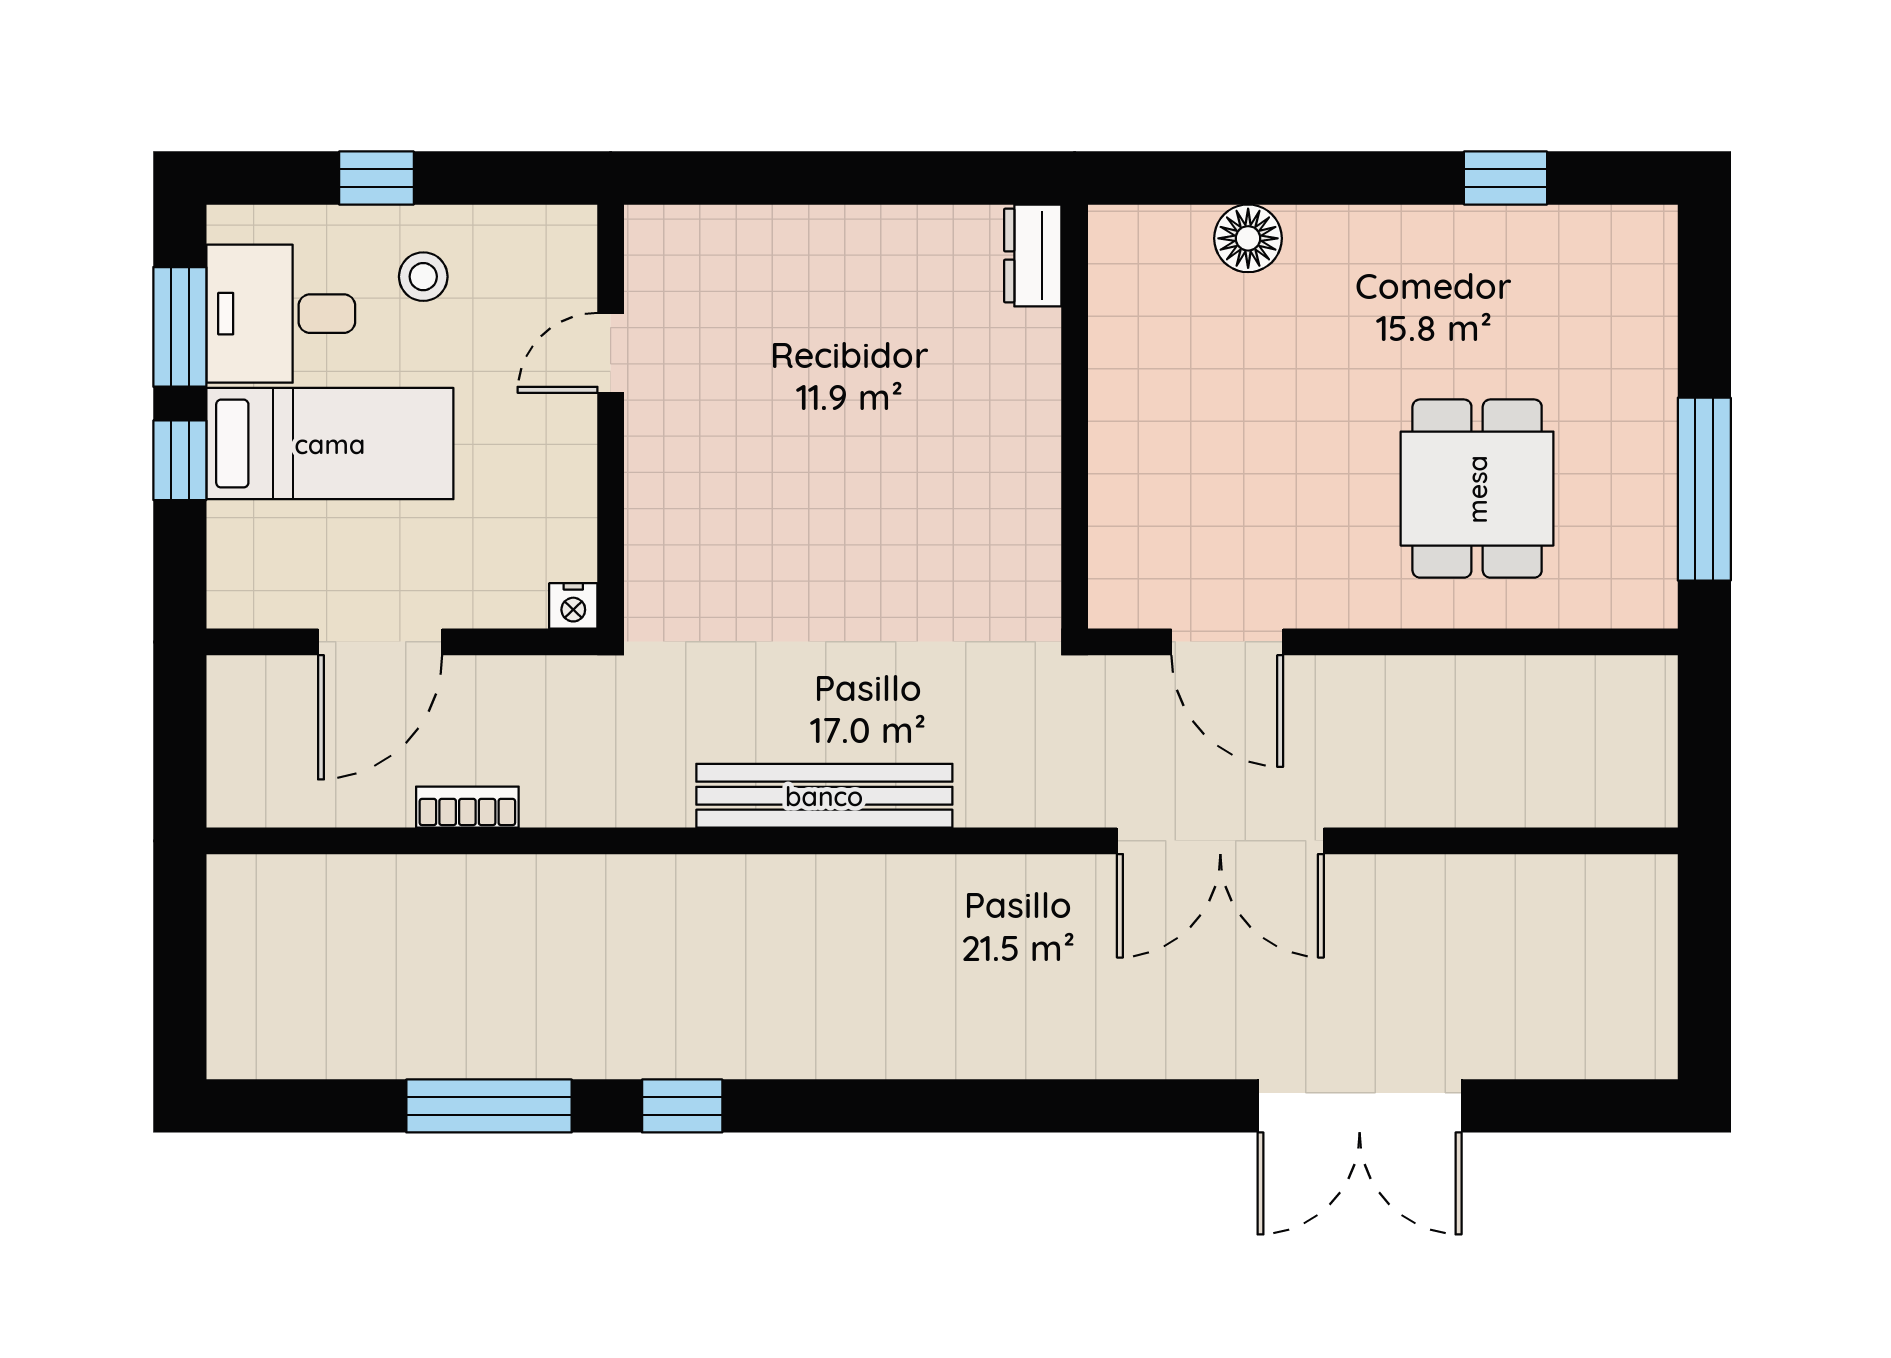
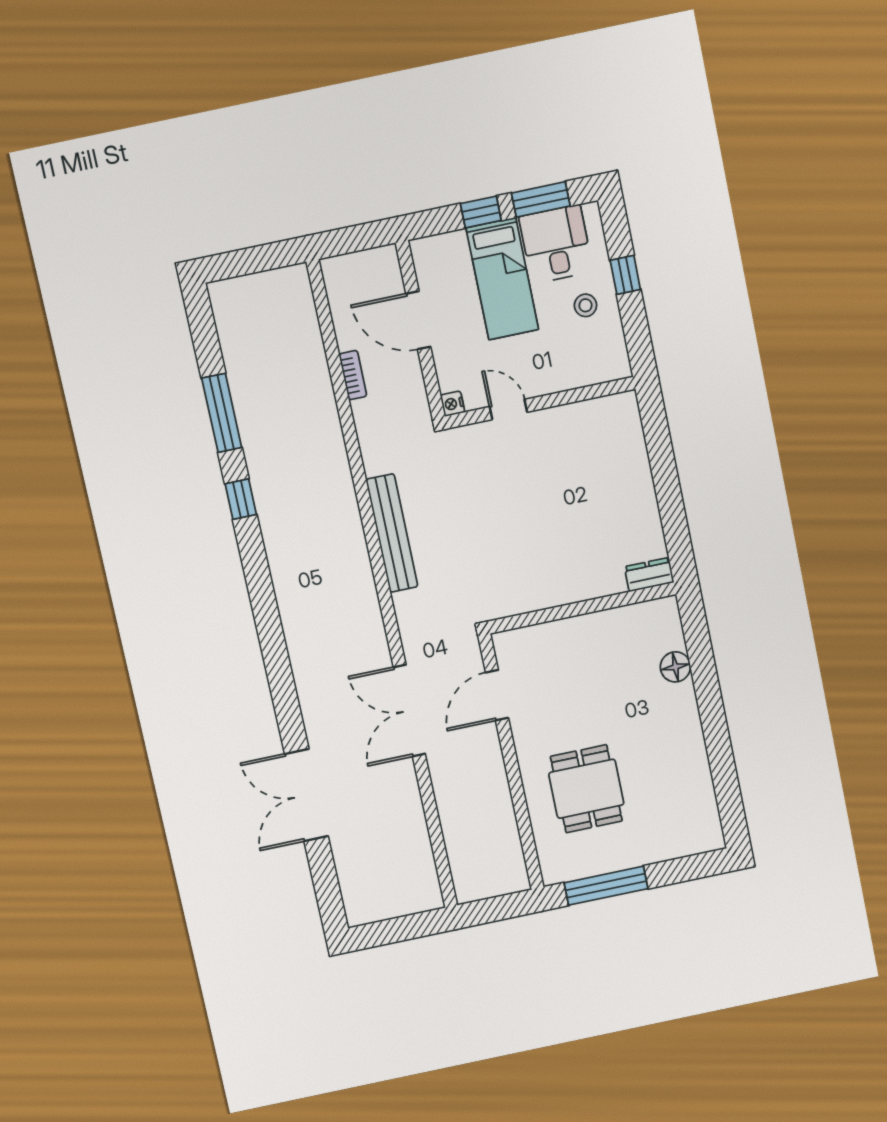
window: (1506, 178) -> (724, 772), removed
door: (611, 353) -> (508, 409), moved
dining table: (1477, 489) -> (586, 789), turned 90

